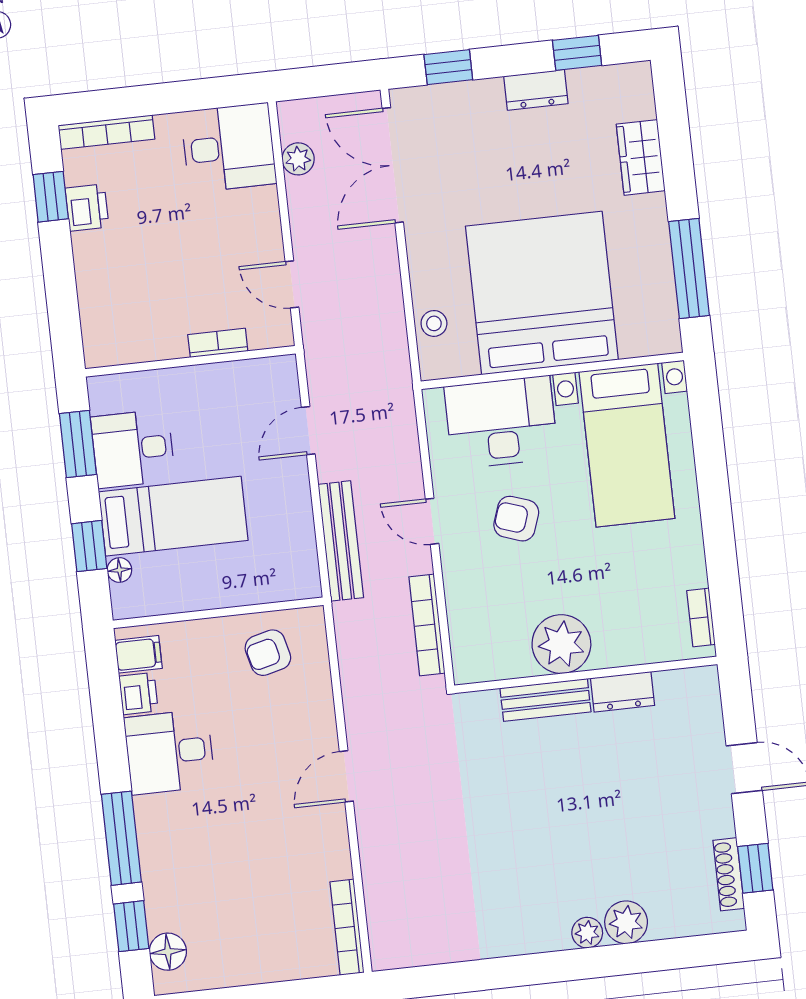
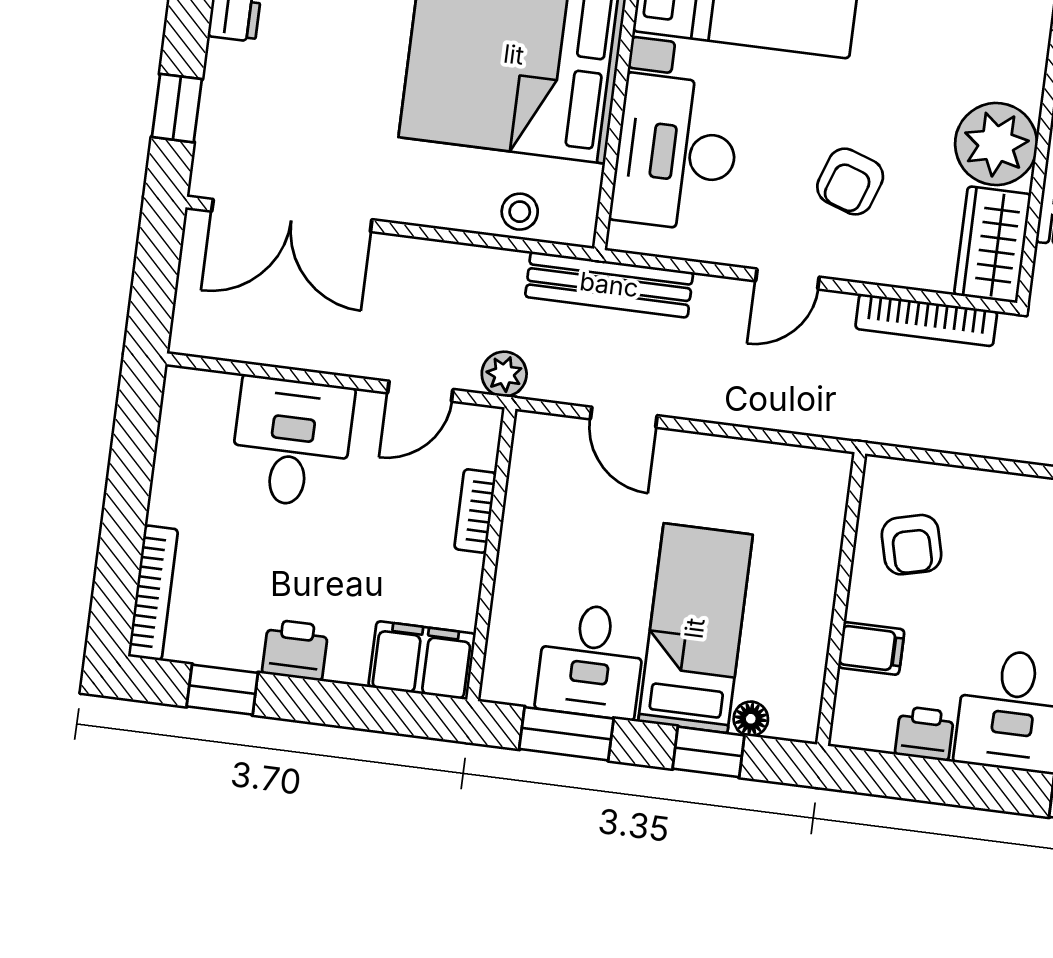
desk: (229, 148) -> (292, 442), moved
plant: (298, 159) -> (504, 374), moved
printer: (87, 208) -> (295, 650), moved
filing cabinet: (105, 331) -> (422, 660), added
armchair: (516, 519) -> (850, 182), moved
bench: (341, 541) -> (609, 285), moved
filing cabinet: (139, 654) -> (871, 648), moved, turned 90
wardrobe: (491, 658) -> (992, 245), added

